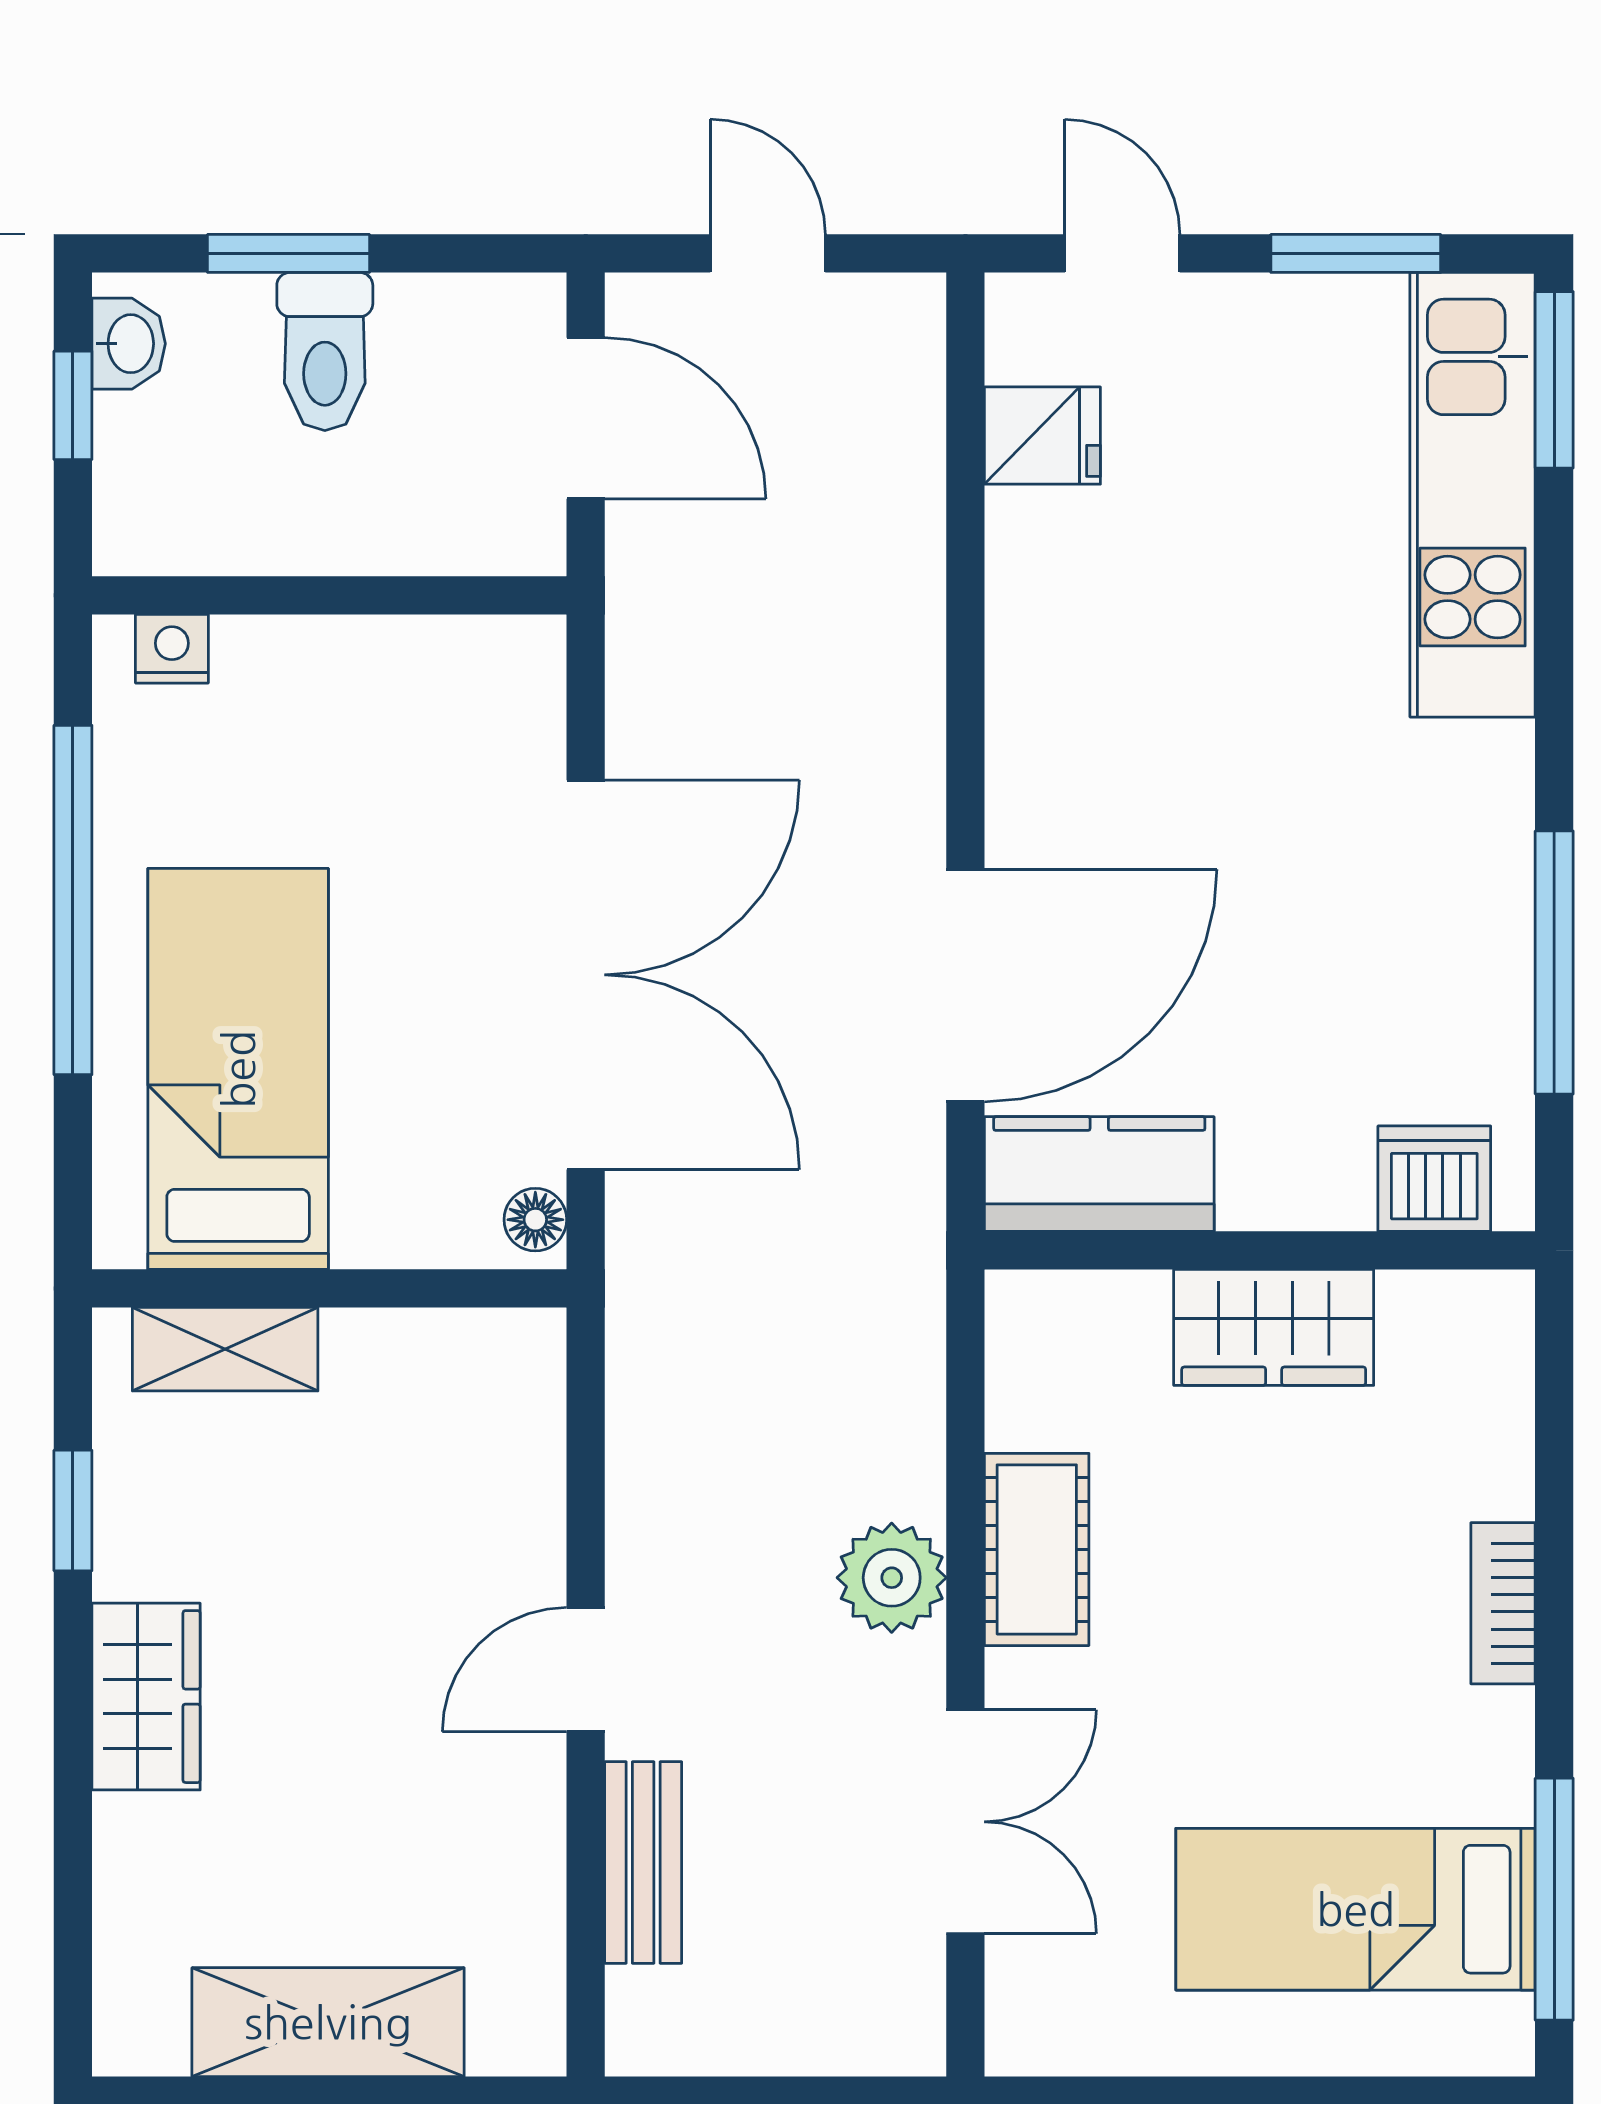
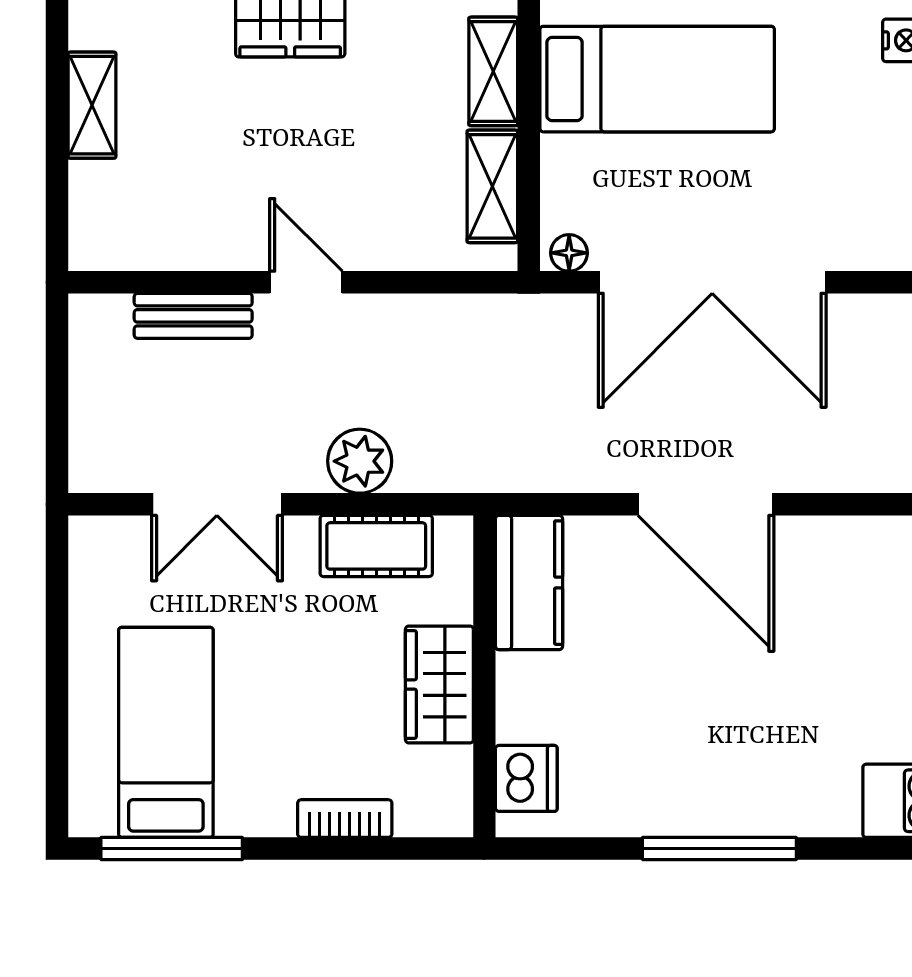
kitchen counter: (1099, 1174) -> (529, 583), moved
dishwasher: (1434, 1179) -> (526, 778), moved
wall: (1260, 1250) -> (484, 676), moved
wardrobe: (1274, 1327) -> (439, 684), moved
shelving: (422, 1351) -> (492, 186), added
shelving: (328, 2022) -> (92, 105), width x0.67, depth x0.75

